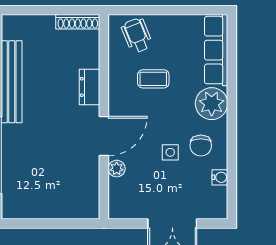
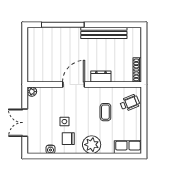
row of seats: (216, 50) -> (128, 147), width x0.68
door: (104, 136) -> (74, 84), swing flipped
plant: (117, 169) -> (32, 92), moved

